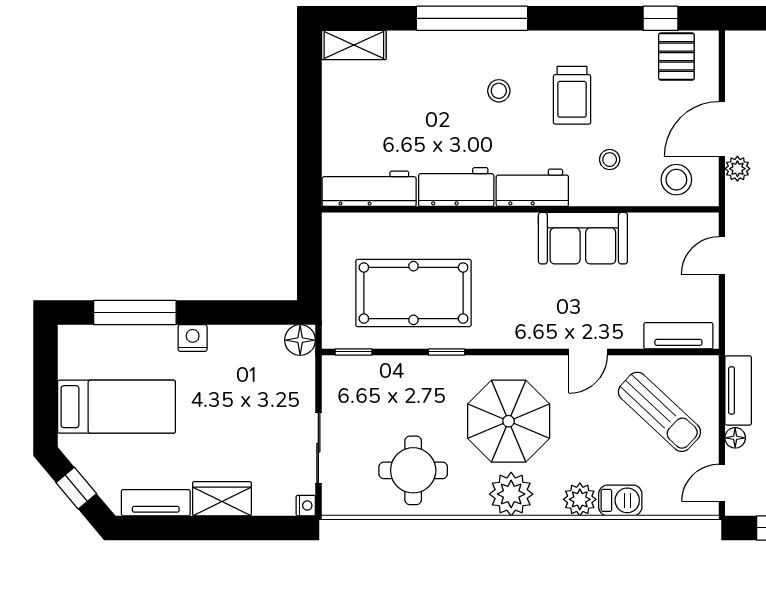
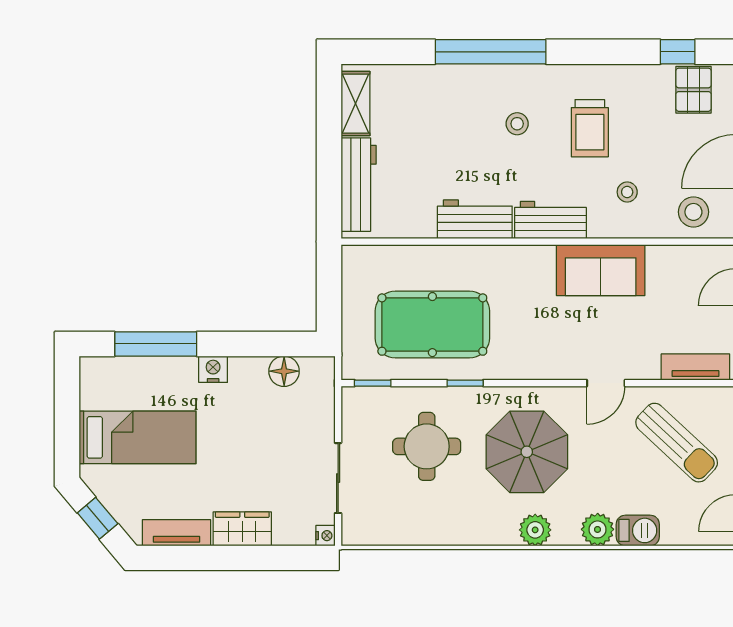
shelving: (354, 45) -> (355, 104), moved, turned 90
workbench: (369, 189) -> (359, 185), moved, turned 90
floor lamp: (300, 340) -> (284, 371), moved
round table: (413, 470) -> (427, 446), moved
plant: (511, 494) -> (535, 530), width x0.73, depth x0.73

